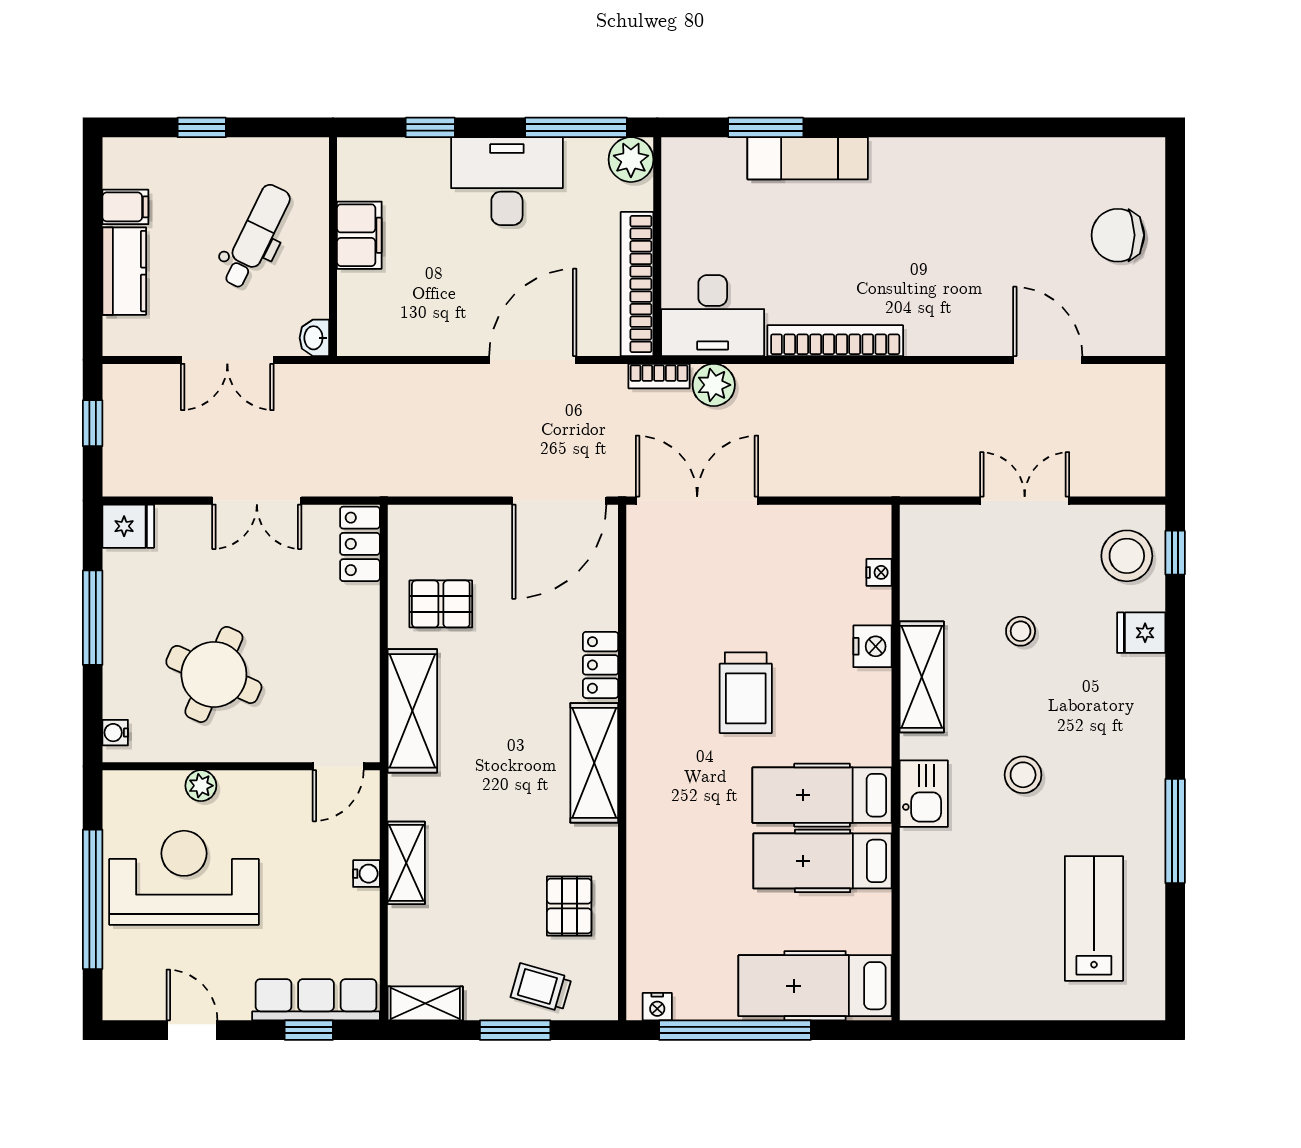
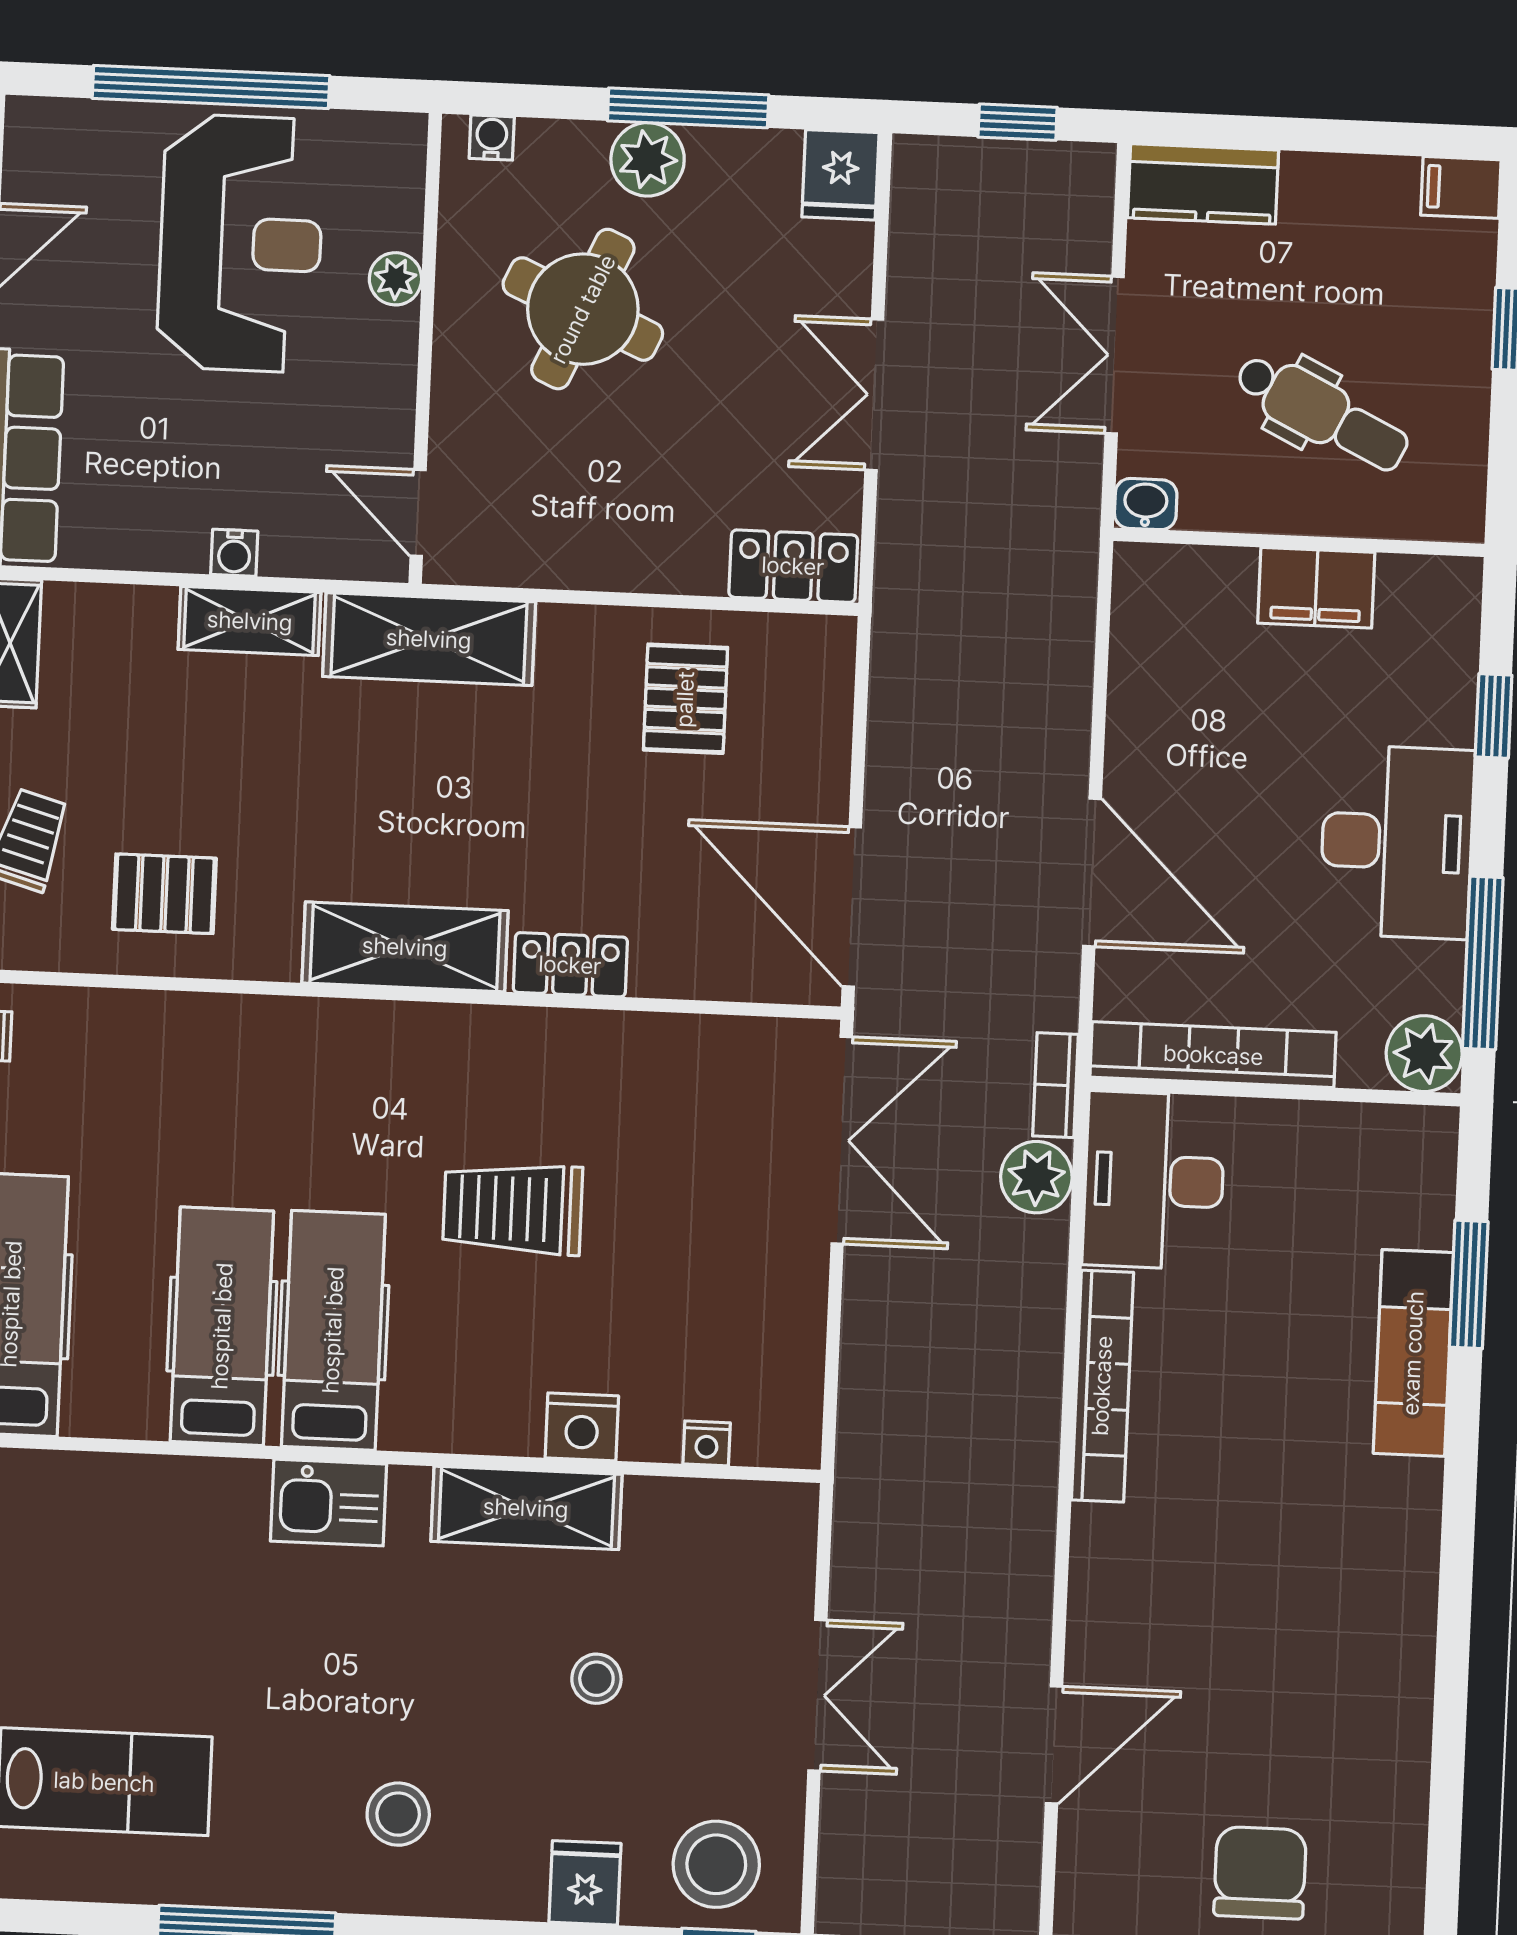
filing cabinet: (125, 207) -> (1461, 187), moved, turned 90
kitchen counter: (124, 271) -> (1203, 184), moved
plant: (124, 640) -> (648, 159), added
shelving: (412, 711) -> (429, 639), moved
stool: (1023, 775) -> (398, 1814), moved

